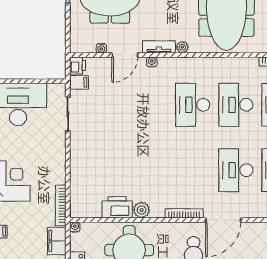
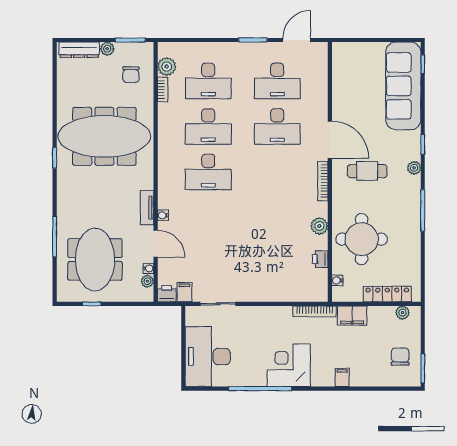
plant: (182, 47) -> (147, 281), moved
printer: (117, 207) -> (320, 259), width x0.53, depth x0.68
water cooler: (75, 227) -> (337, 280), moved

